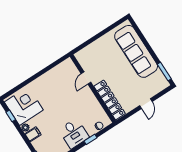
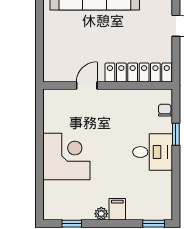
door: (86, 78) -> (87, 86), swing flipped
corner desk: (24, 106) -> (66, 156), moved, turned 90

